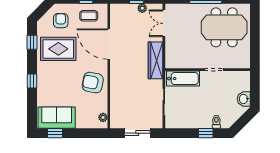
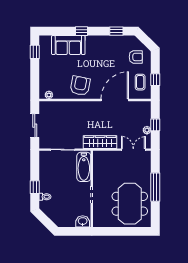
rug: (58, 49) -> (110, 55), removed
washbasin: (244, 99) -> (83, 221), moved
sofa: (57, 118) -> (68, 45), moved, turned 90

